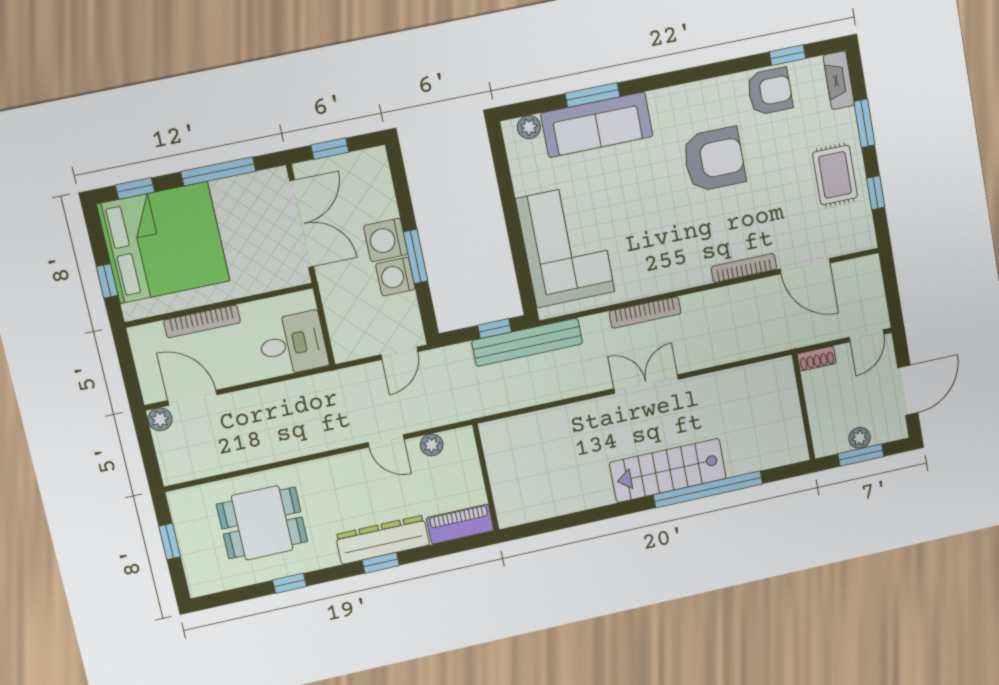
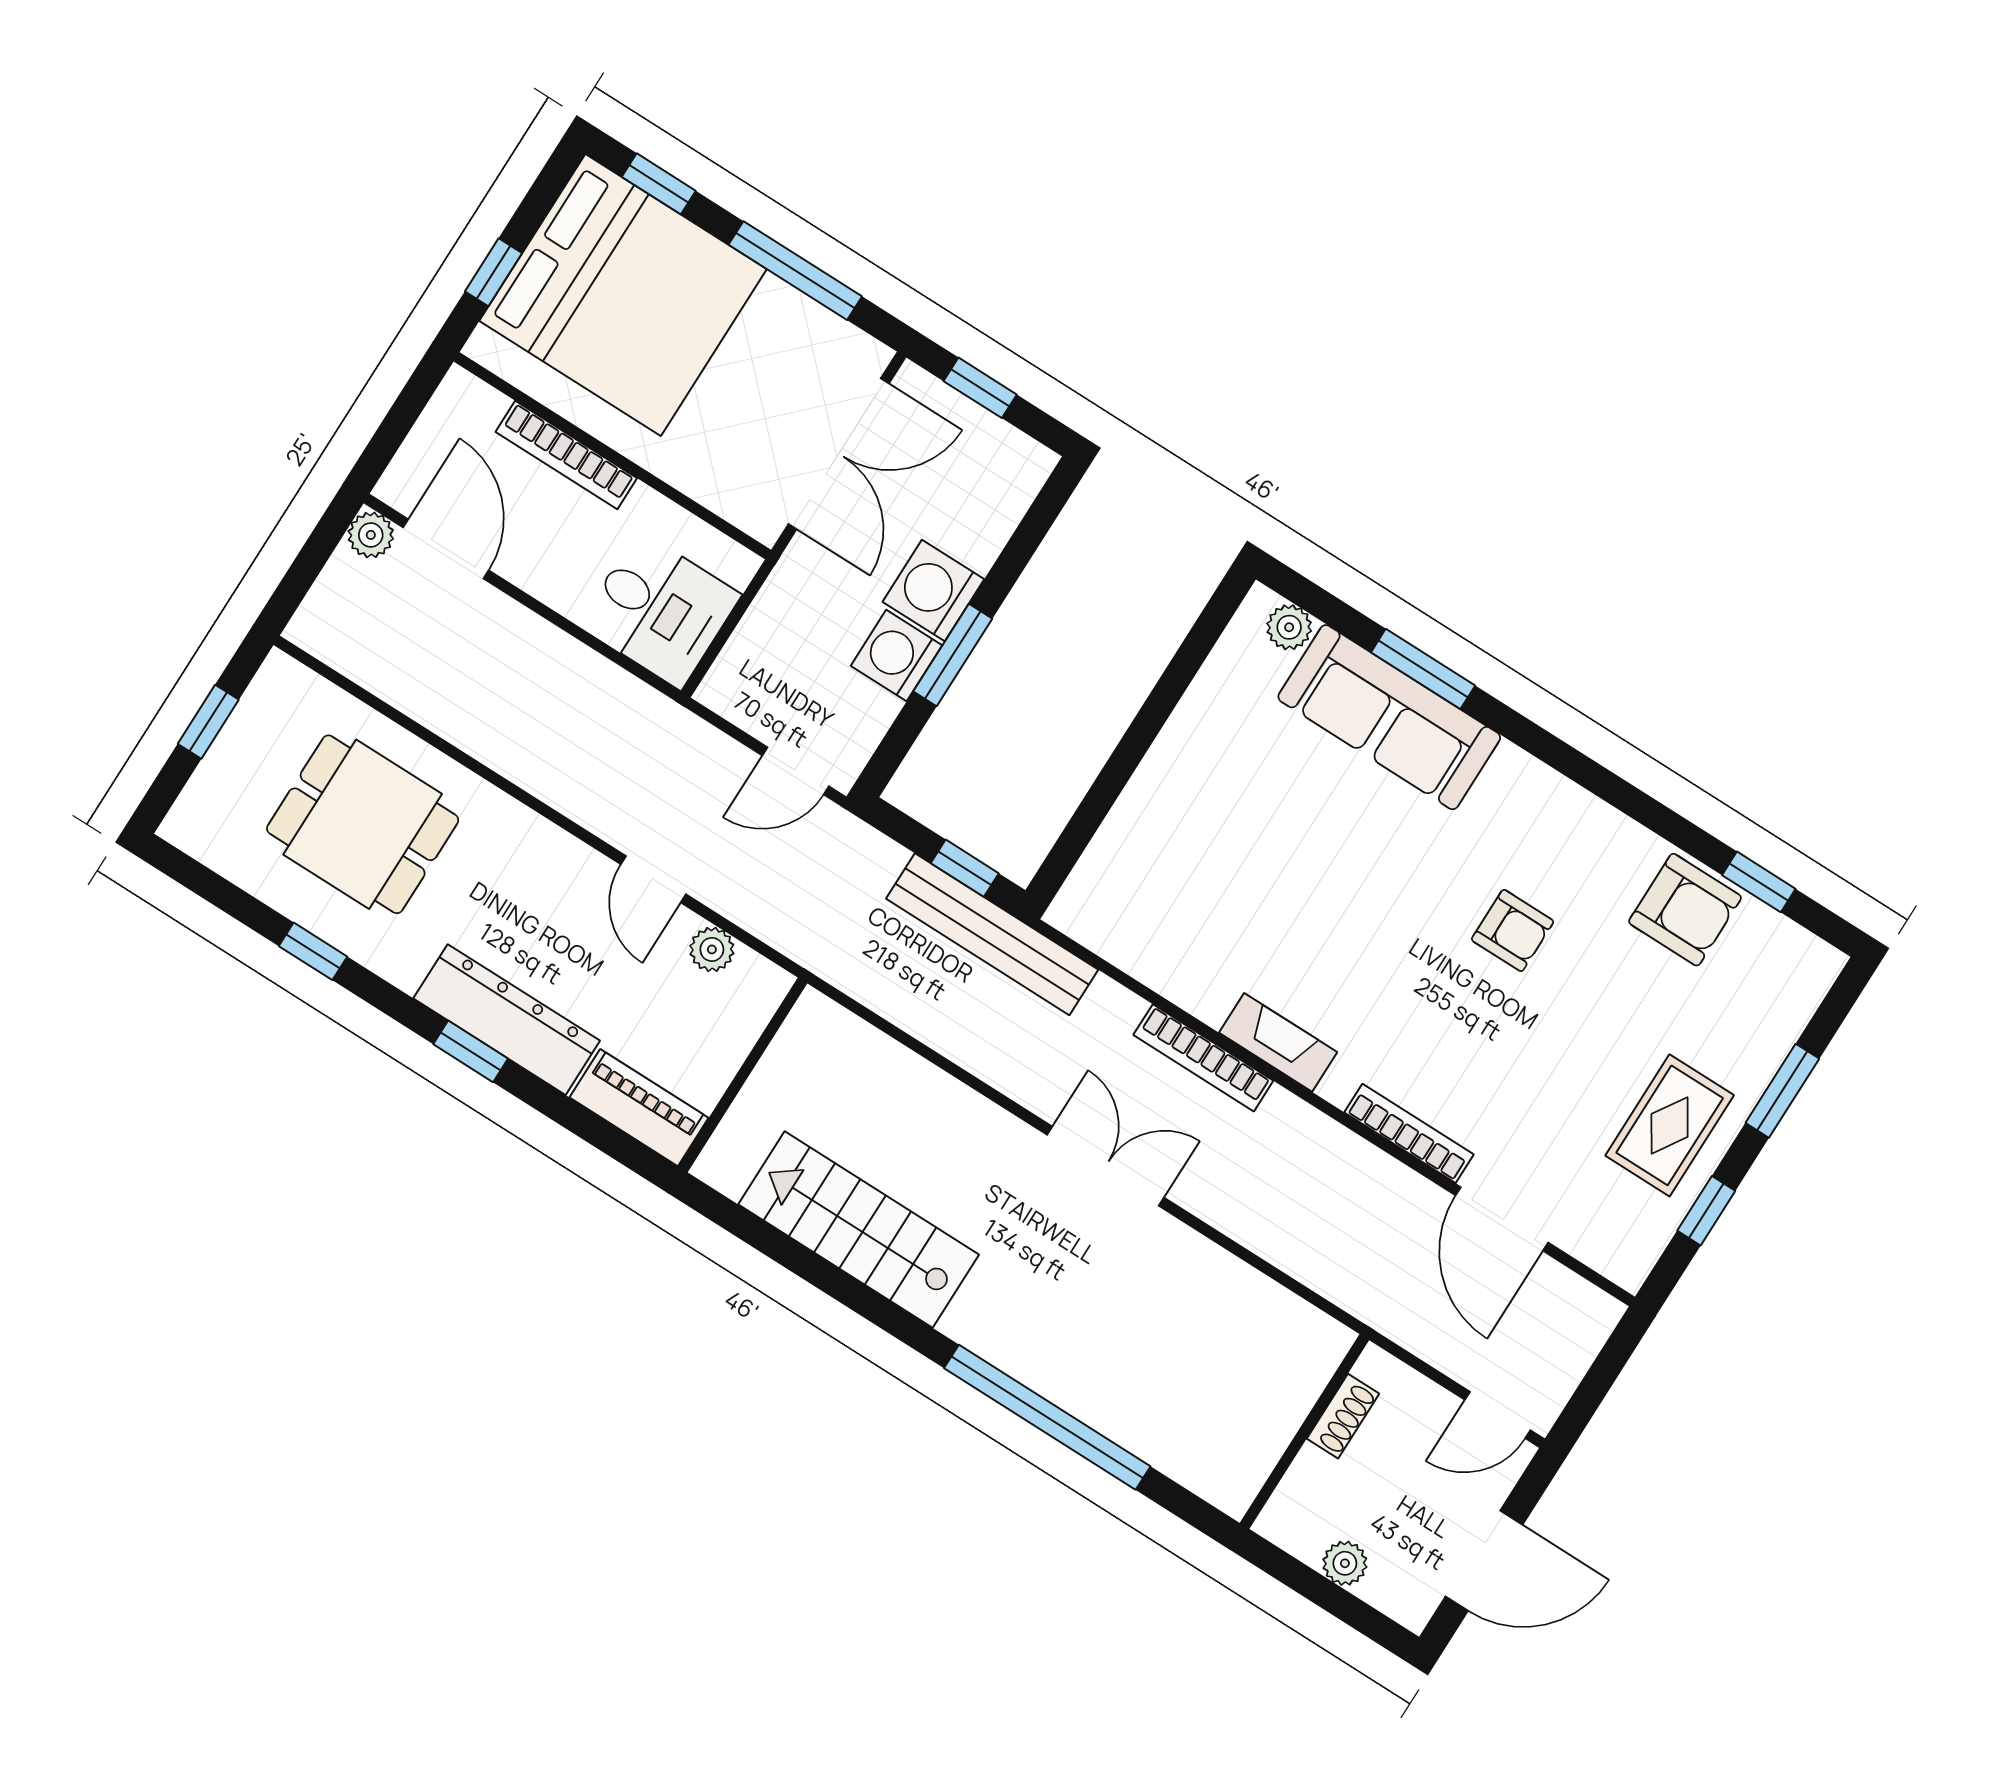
fireplace: (839, 80) -> (1278, 1042), moved, turned 90
armchair: (714, 159) -> (1513, 930), width x0.53, depth x0.53
corner sofa: (565, 245) -> (1181, 847), removed
shoe rack: (817, 359) -> (1343, 1416), moved, turned -90
window: (861, 455) -> (1323, 1592), removed
stairs: (668, 470) -> (859, 1230), moved

